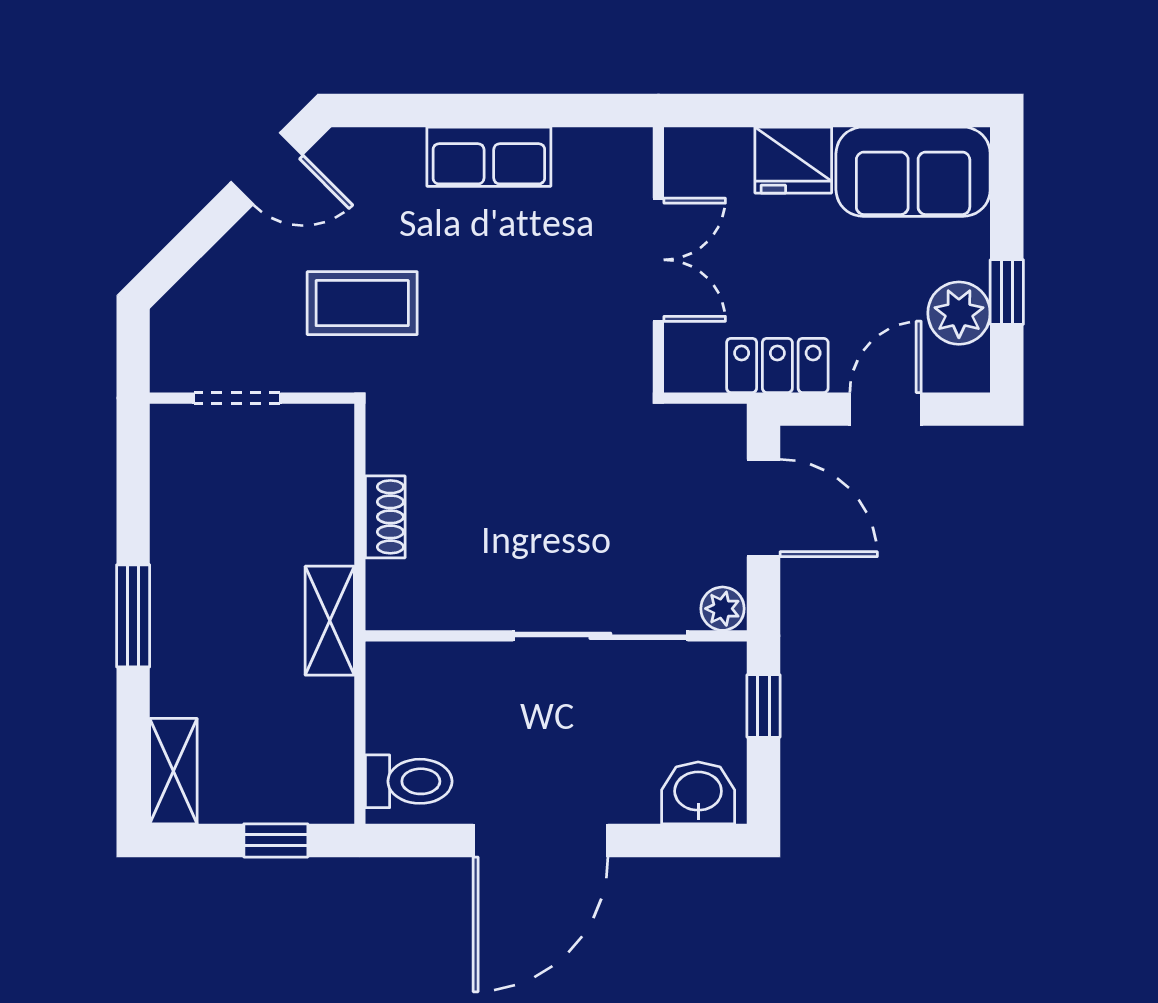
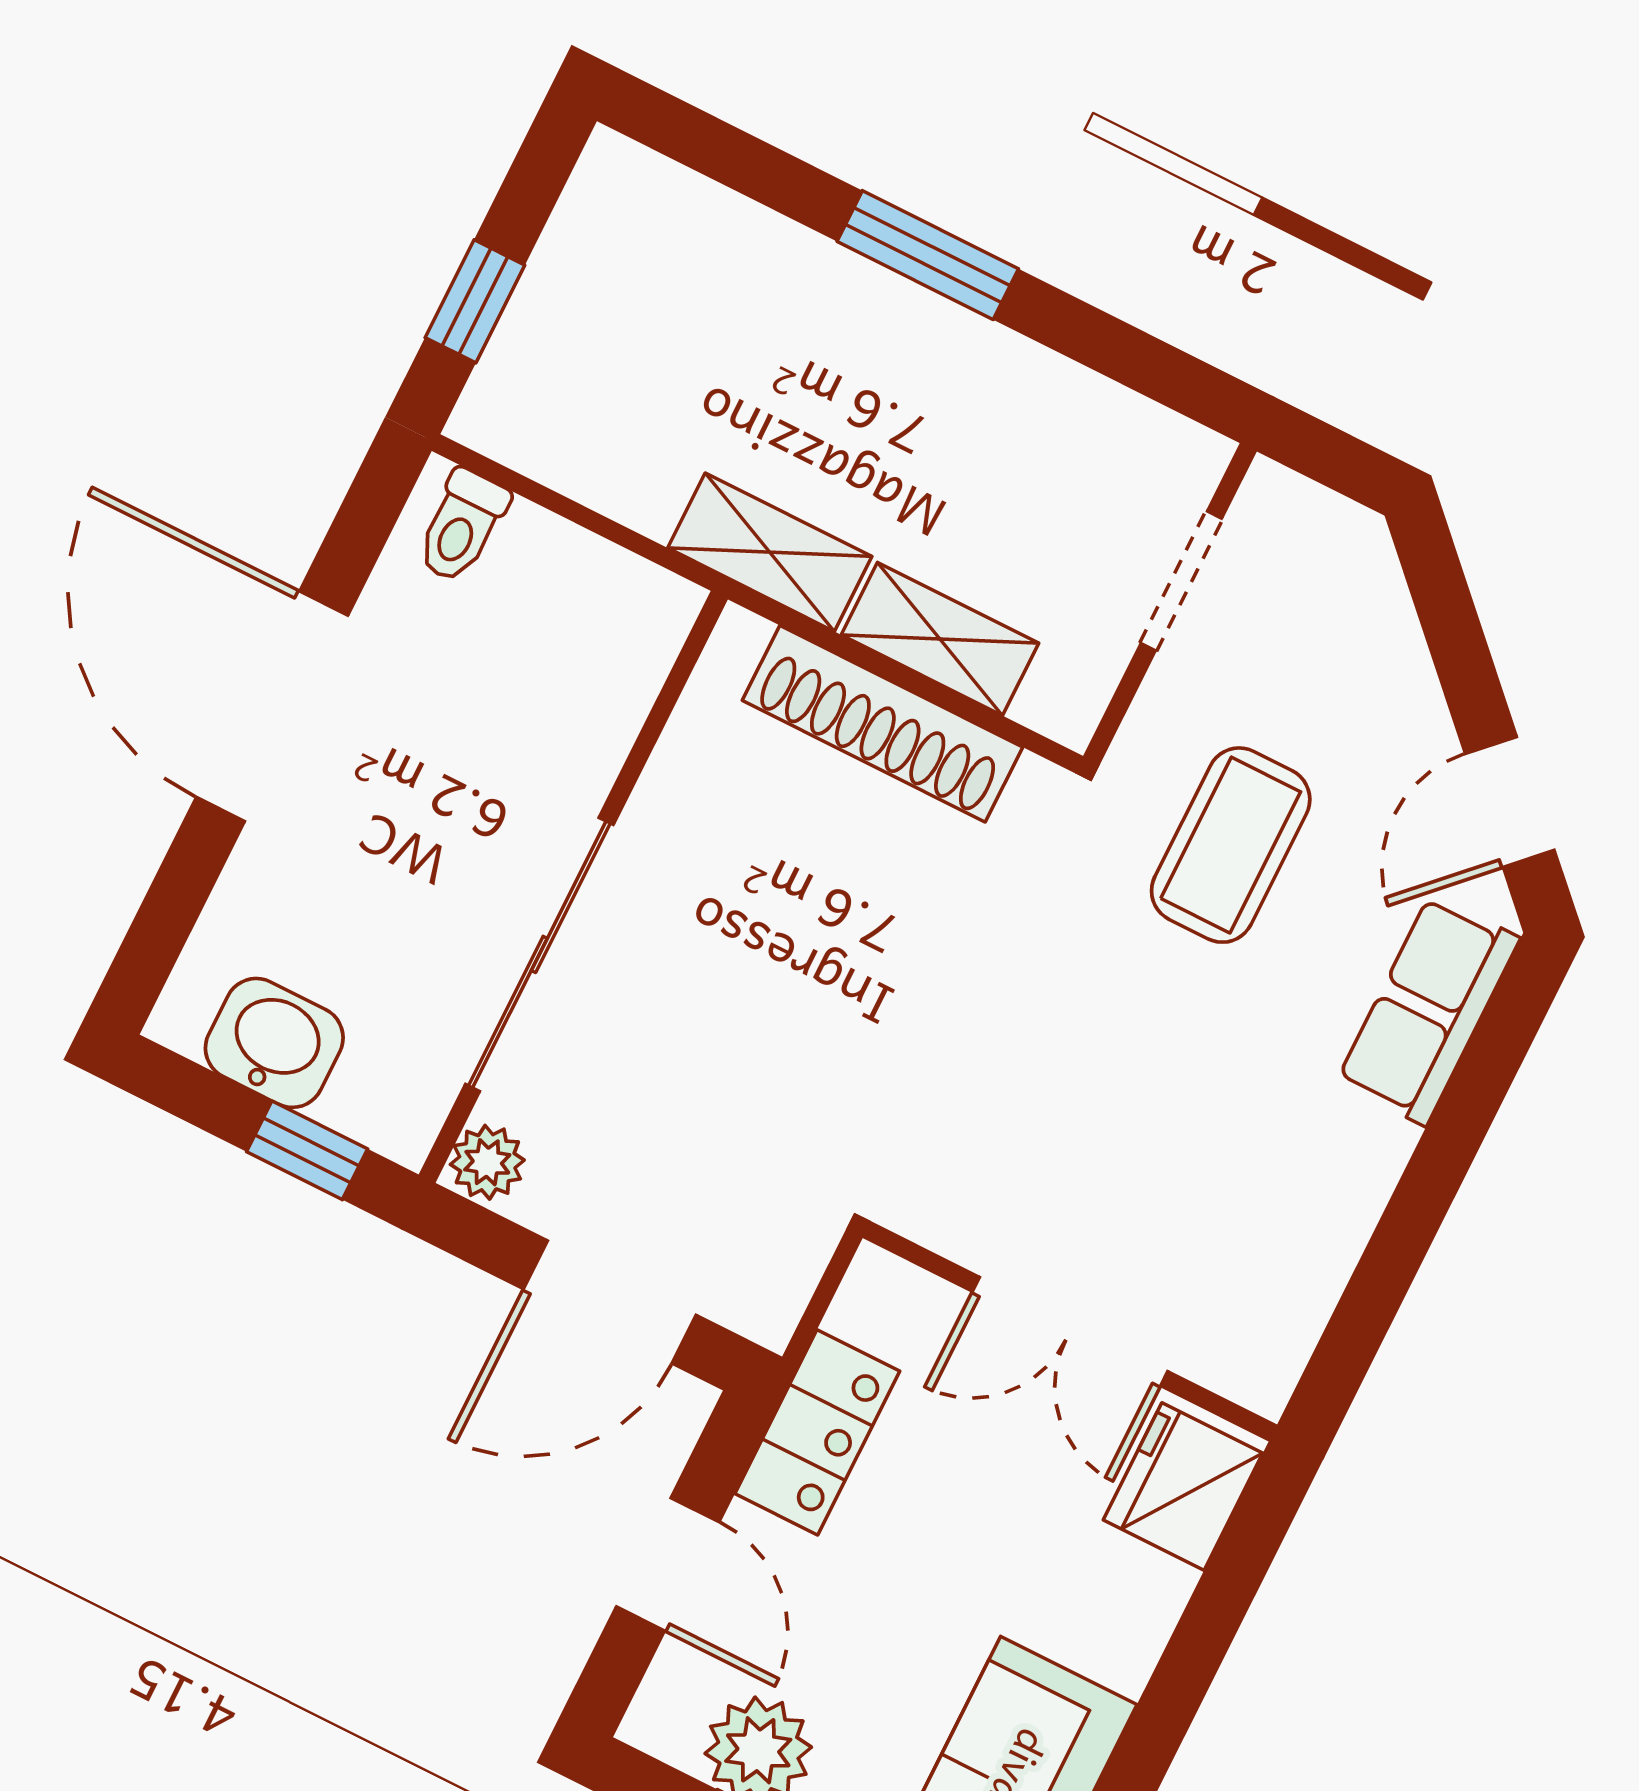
row of seats: (489, 157) -> (1428, 1010), moved
fridge: (793, 160) -> (1183, 1487), moved
shoe rack: (385, 517) -> (883, 724), width x1.94, depth x1.24
shelving: (173, 771) -> (940, 639), moved
toilet: (409, 781) -> (462, 526), width x0.73, depth x0.72
washbasin: (698, 793) -> (274, 1043), moved, turned -90

